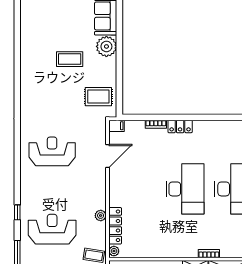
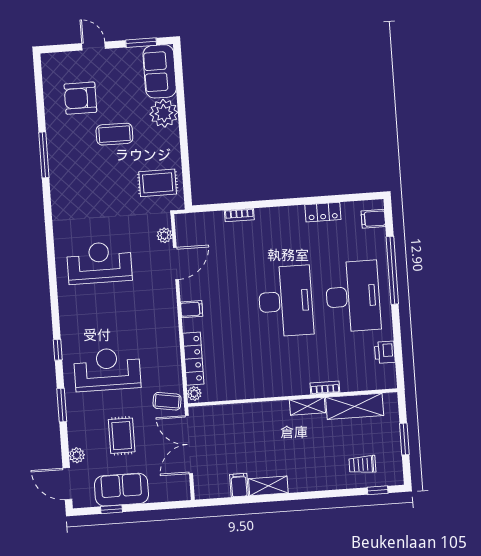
armchair: (47, 31) -> (80, 98), added
window: (17, 70) -> (44, 155), added
filing cabinet: (116, 126) -> (192, 309), moved
locker: (180, 126) -> (323, 212), moved
plant: (101, 216) -> (164, 235), moved

